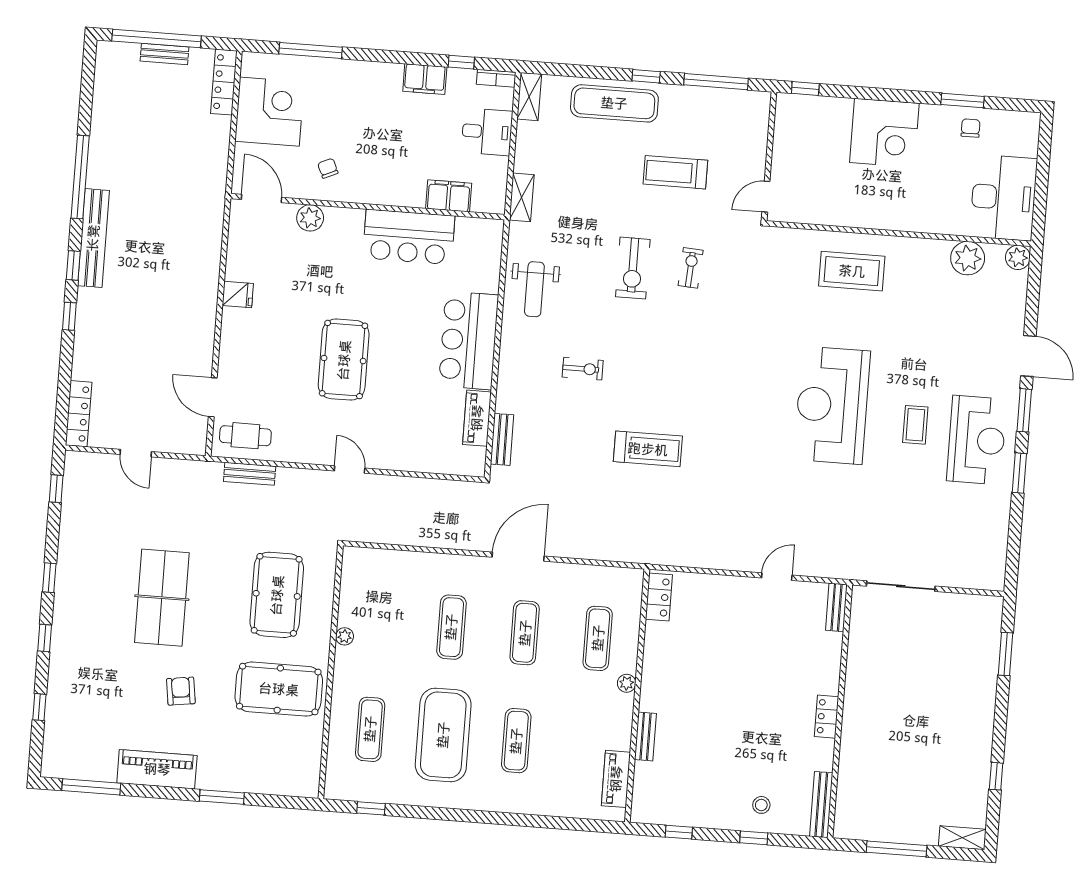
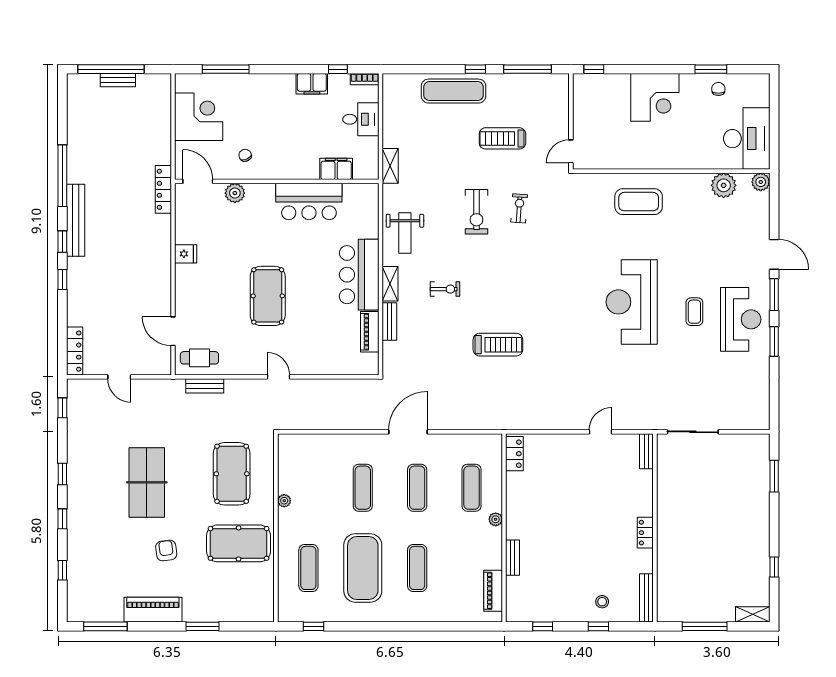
locker: (224, 82) -> (163, 189), moved
shelving: (529, 97) -> (390, 284), moved
bench: (502, 439) -> (389, 322), moved

